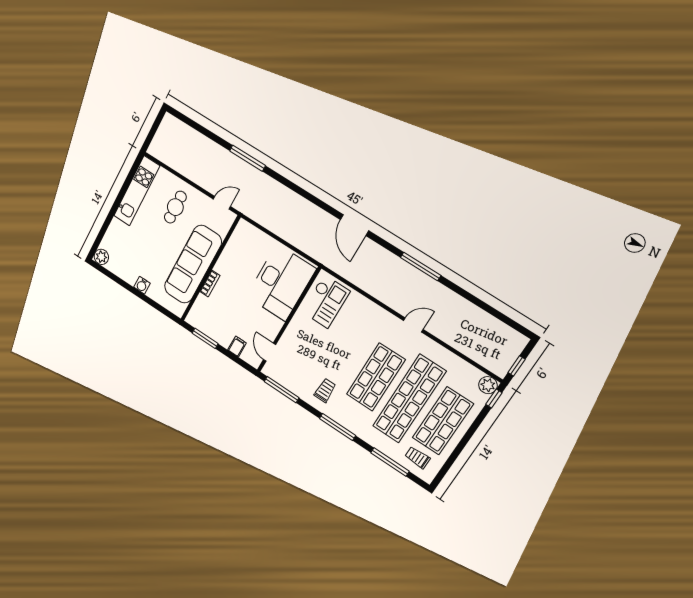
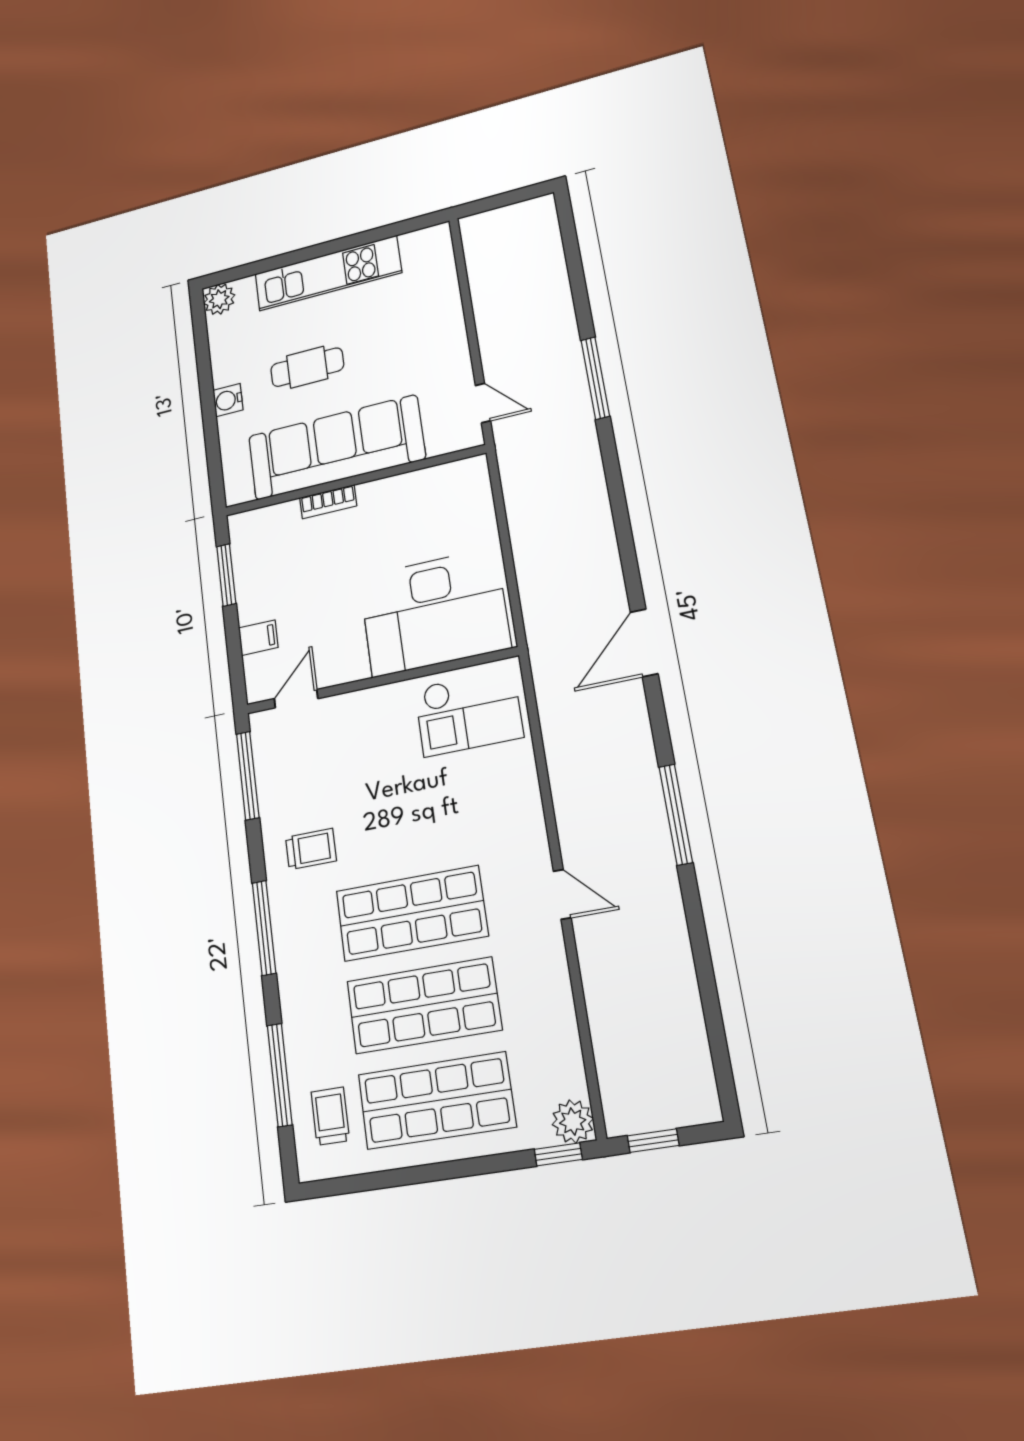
kitchen unit: (137, 191) -> (328, 273), moved
cafe table: (175, 207) -> (307, 367), moved
shop shelf: (409, 399) -> (424, 1005), width x0.71

